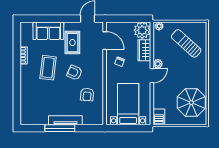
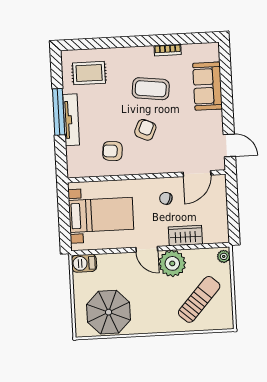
plant: (142, 30) -> (216, 231), removed
rug: (72, 43) -> (89, 73), moved
plant: (158, 64) -> (172, 263), width x1.88, depth x1.88

